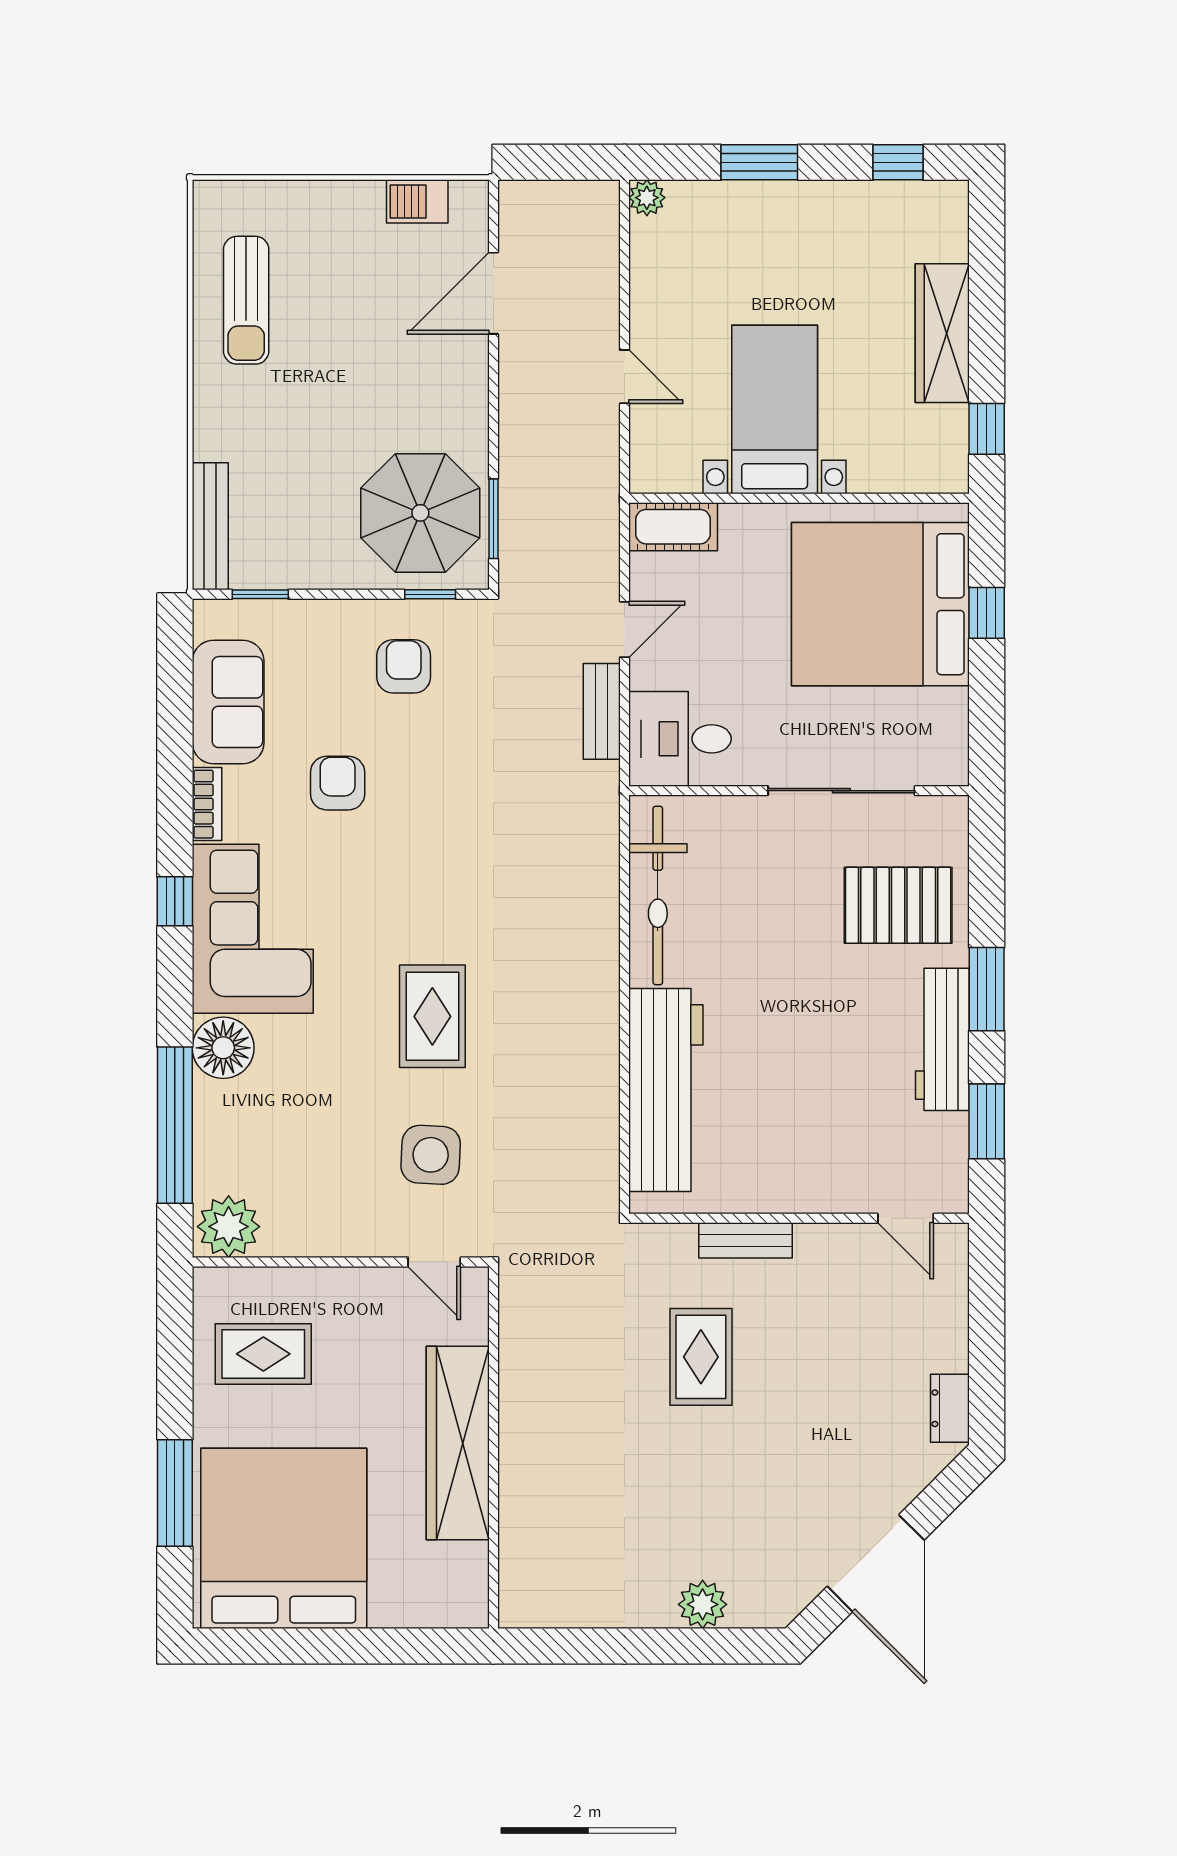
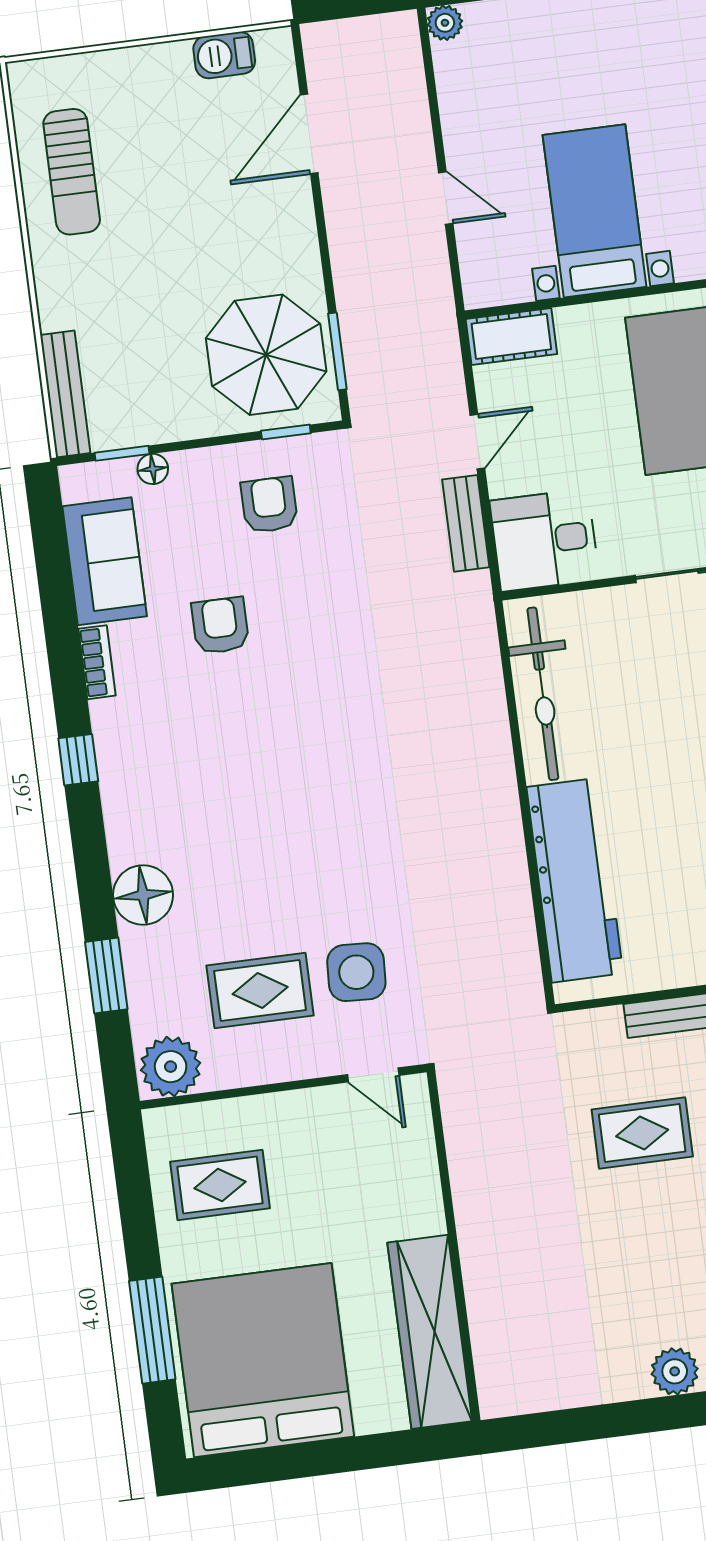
floor lamp: (290, 614) -> (153, 469), added
corner sofa: (253, 929) -> (157, 777), removed
rug: (432, 1016) -> (260, 991), moved, turned 90
window: (175, 1125) -> (106, 976), width x0.47
rug: (701, 1357) -> (642, 1133), turned 90
wardrobe: (458, 1443) -> (430, 1332), moved

